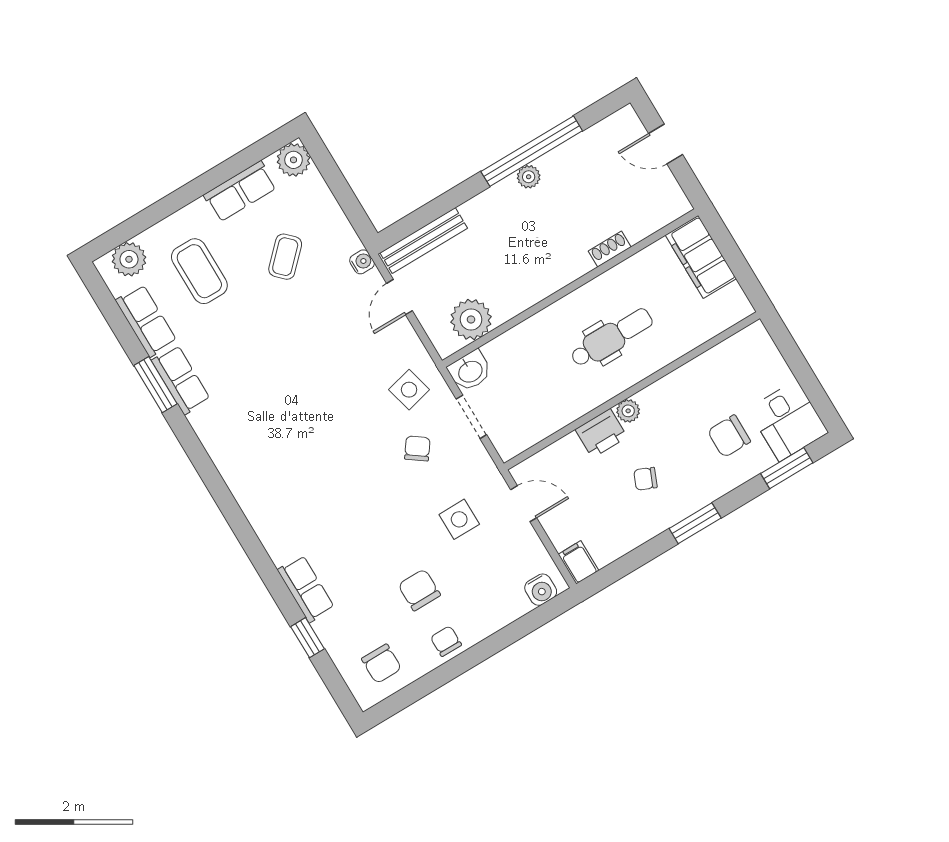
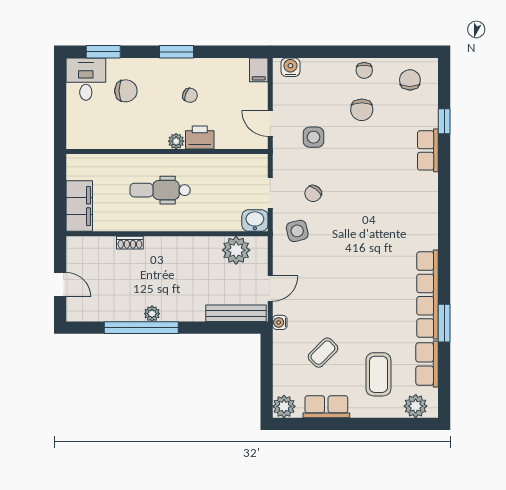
row of seats: (181, 380) -> (428, 295), width x2.02

